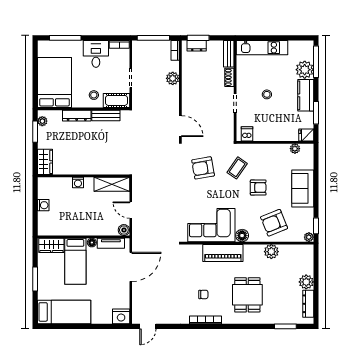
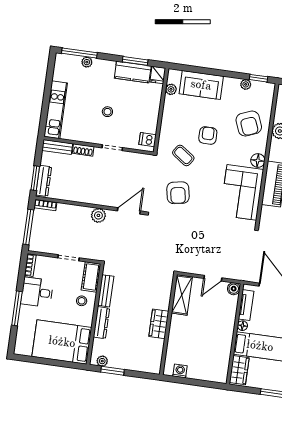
window: (65, 38) -> (17, 308), moved
dresser: (197, 46) -> (44, 181), width x1.44
plant: (305, 70) -> (87, 62), width x0.53, depth x0.53
plant: (173, 78) -> (98, 215), moved
kitchen counter: (306, 95) -> (133, 72), moved
wardrobe: (45, 162) -> (159, 324), moved, turned -90
washing machine: (78, 183) -> (175, 332), removed
sofa: (303, 188) -> (201, 85), moved
washing machine: (43, 205) -> (180, 371), moved
plant: (309, 237) -> (246, 84), moved

